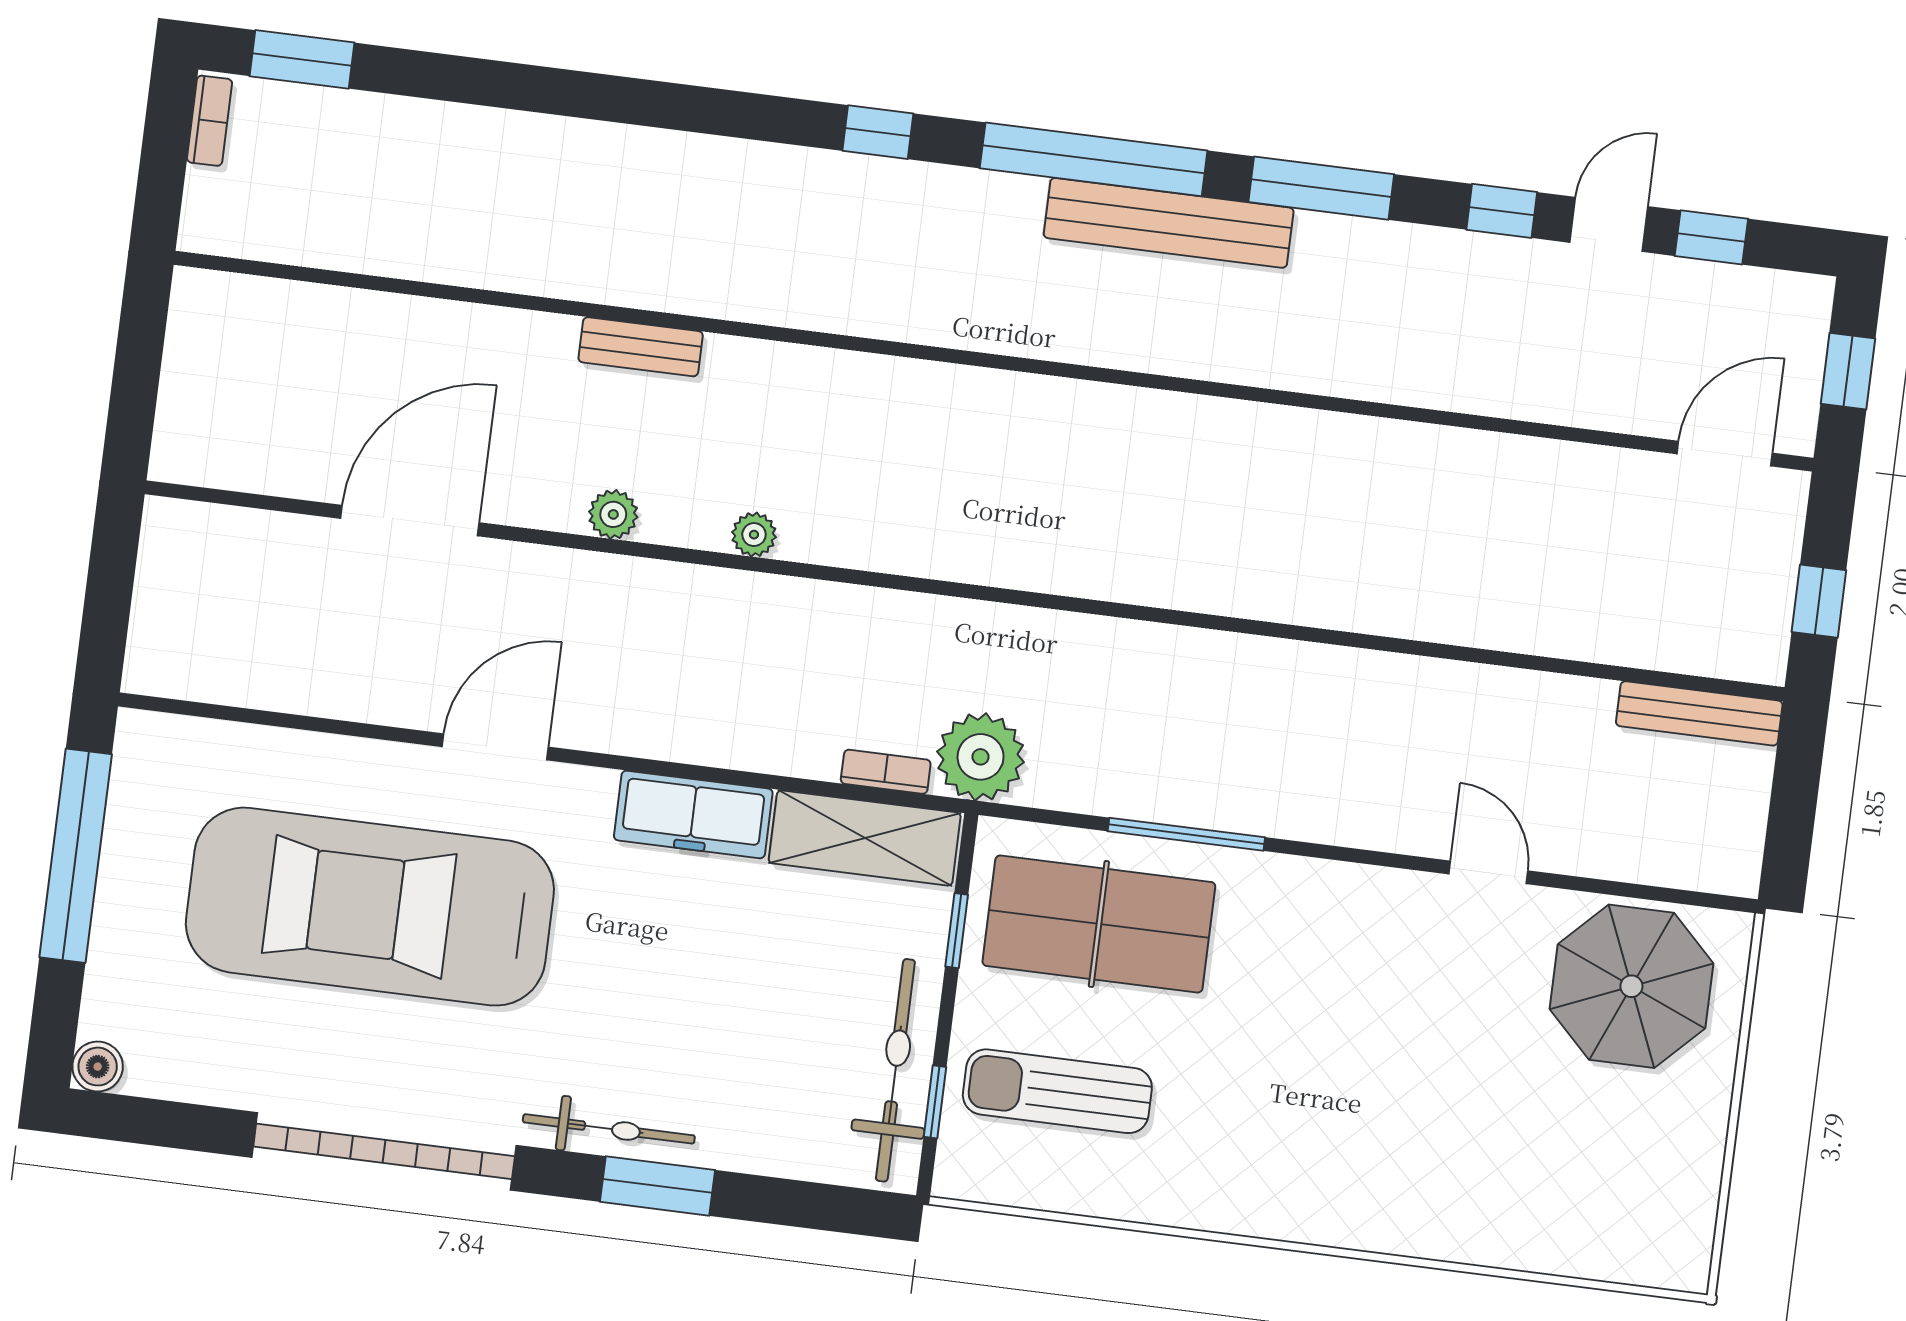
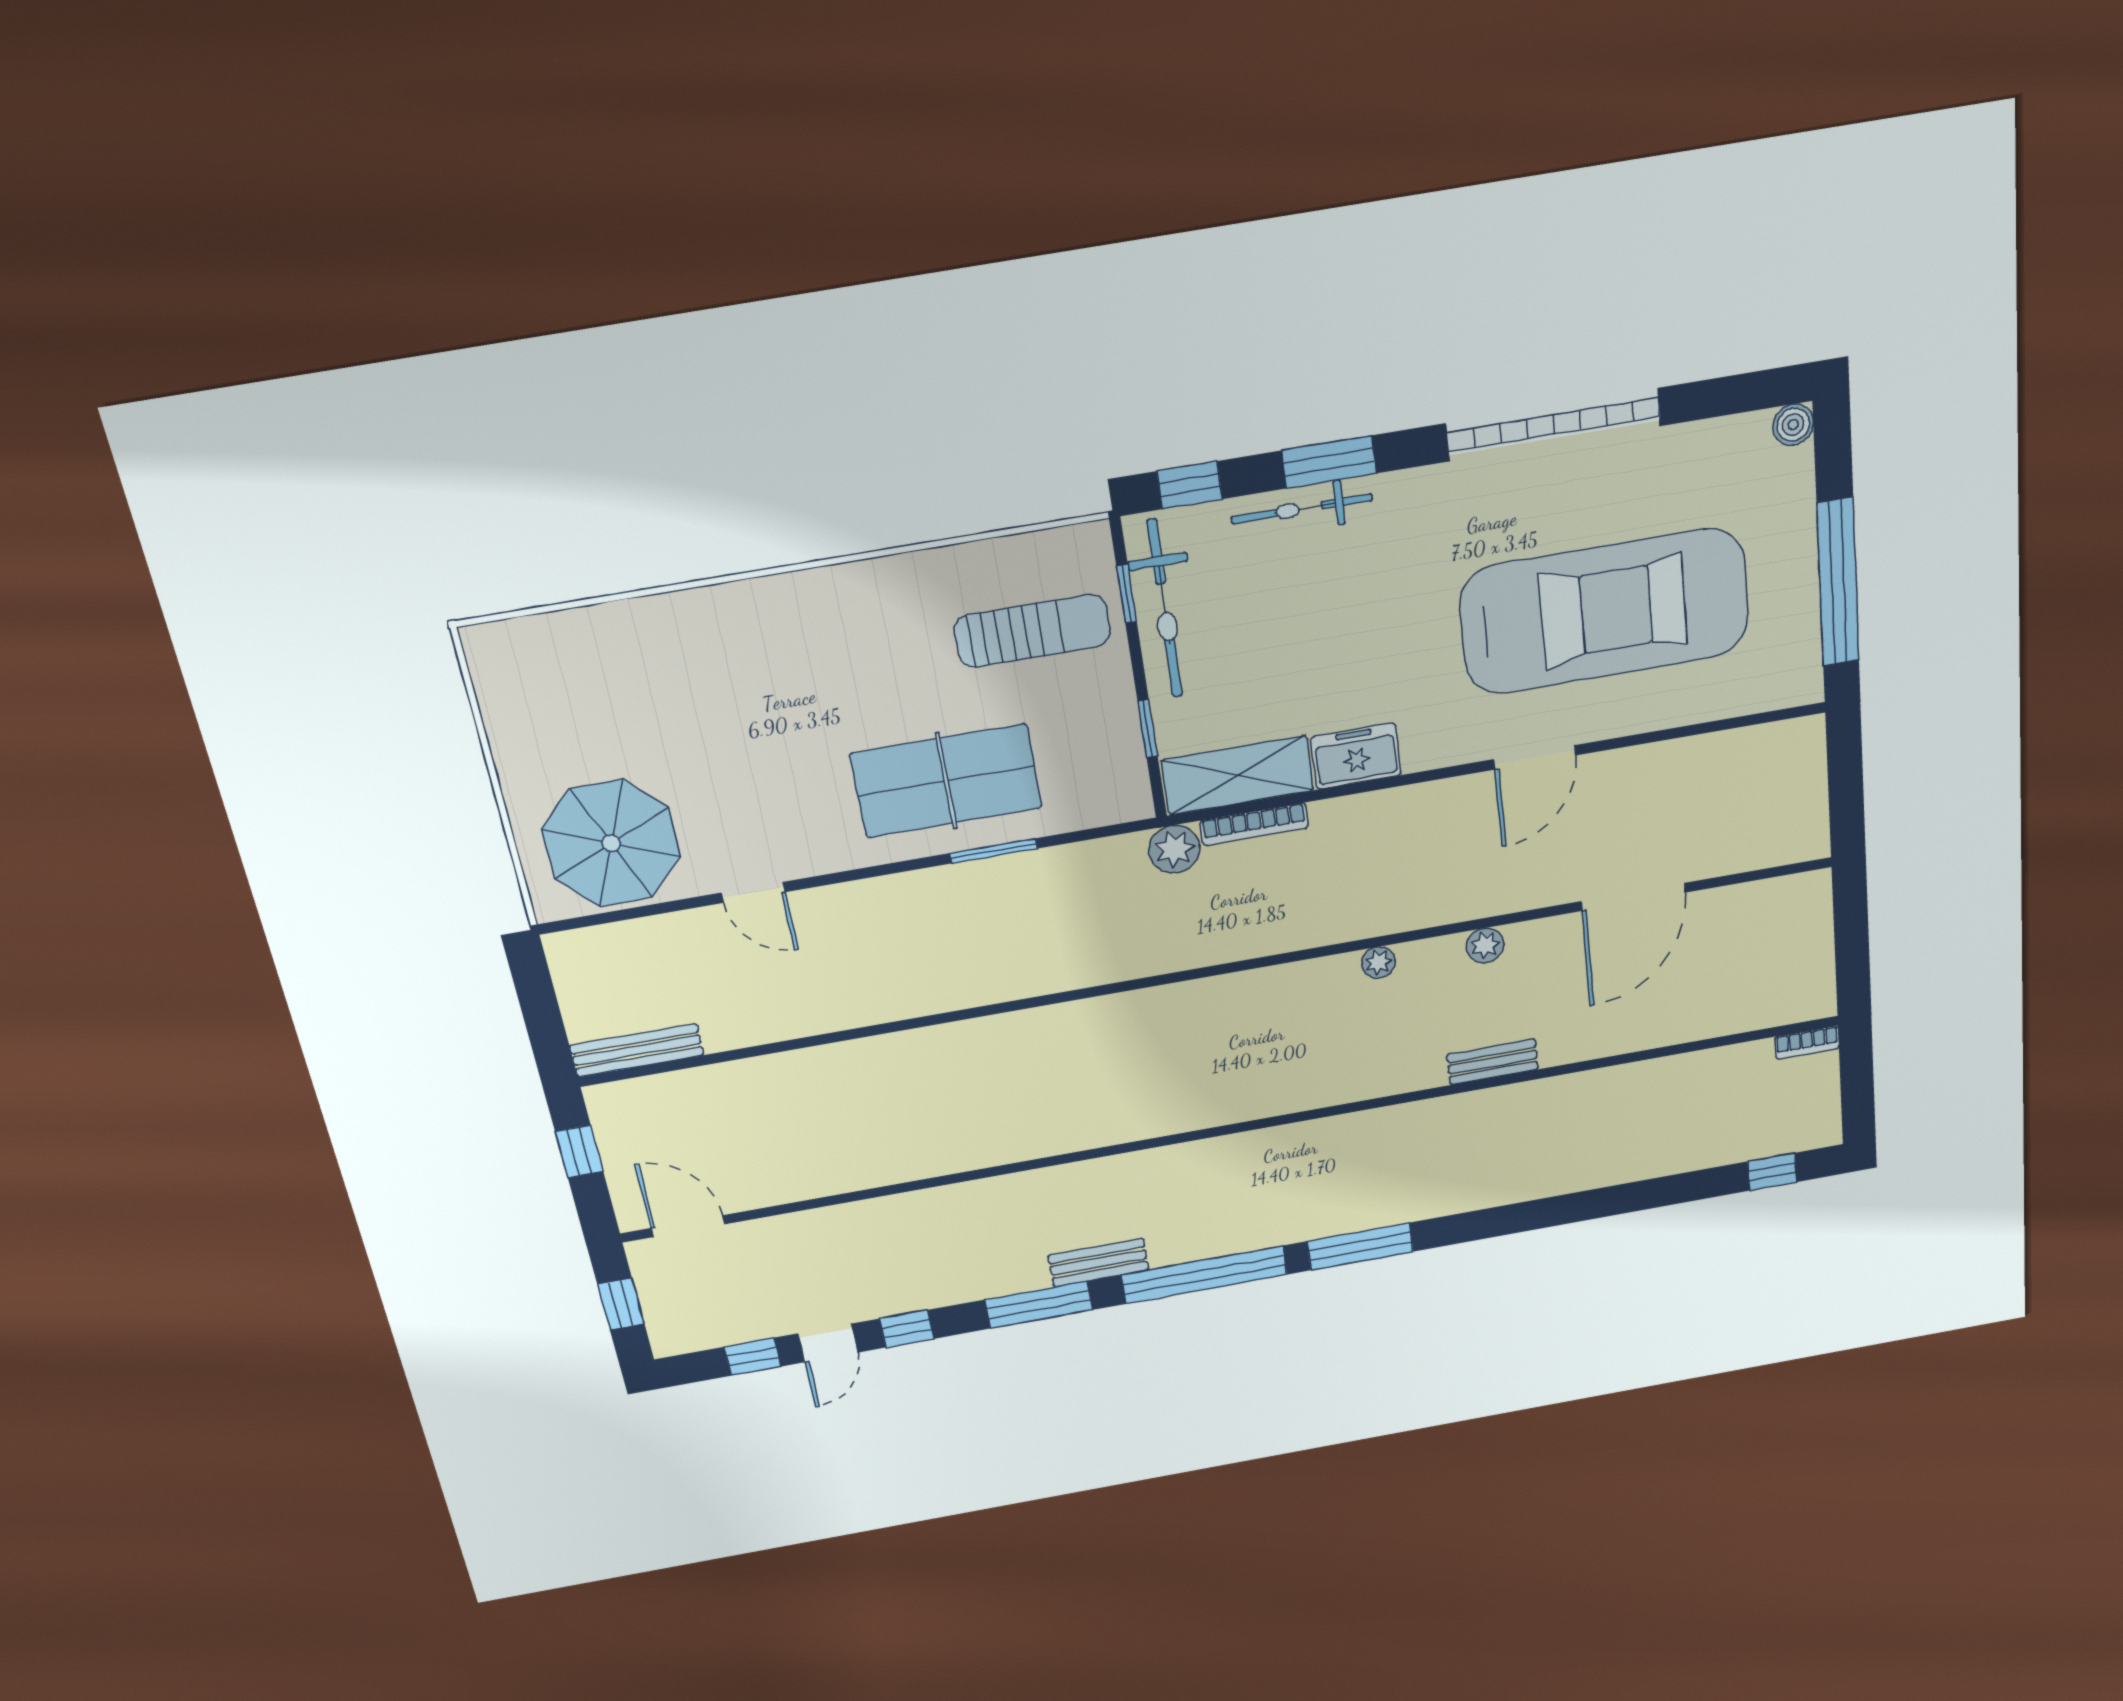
window: (302, 59) -> (1772, 1172), width x0.67
bookcase: (210, 121) -> (1807, 1042), moved, turned -90
window: (878, 132) -> (1360, 1246), width x2.17
bench: (1169, 223) -> (1098, 1263), width x0.54, depth x0.82
door: (1725, 454) -> (688, 1226), swing flipped
plant: (981, 757) -> (1174, 849), width x0.73, depth x0.73
bookcase: (886, 772) -> (1254, 824), width x1.56
freezer: (693, 815) -> (1356, 756), width x0.71
window: (1186, 834) -> (993, 851), width x0.69
table tennis table: (1099, 924) -> (946, 781), moved
bicycle: (609, 1129) -> (1302, 509), moved
window: (826, 1207) -> (1190, 485), added

